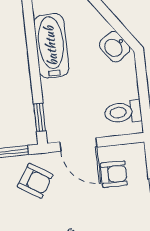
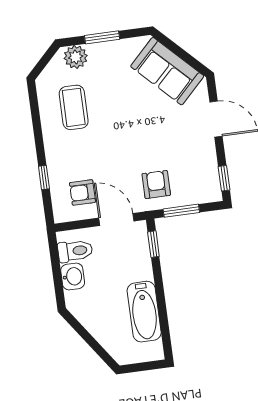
washbasin: (115, 47) -> (73, 276), moved, turned 35
armchair: (35, 181) -> (156, 184), turned 57

